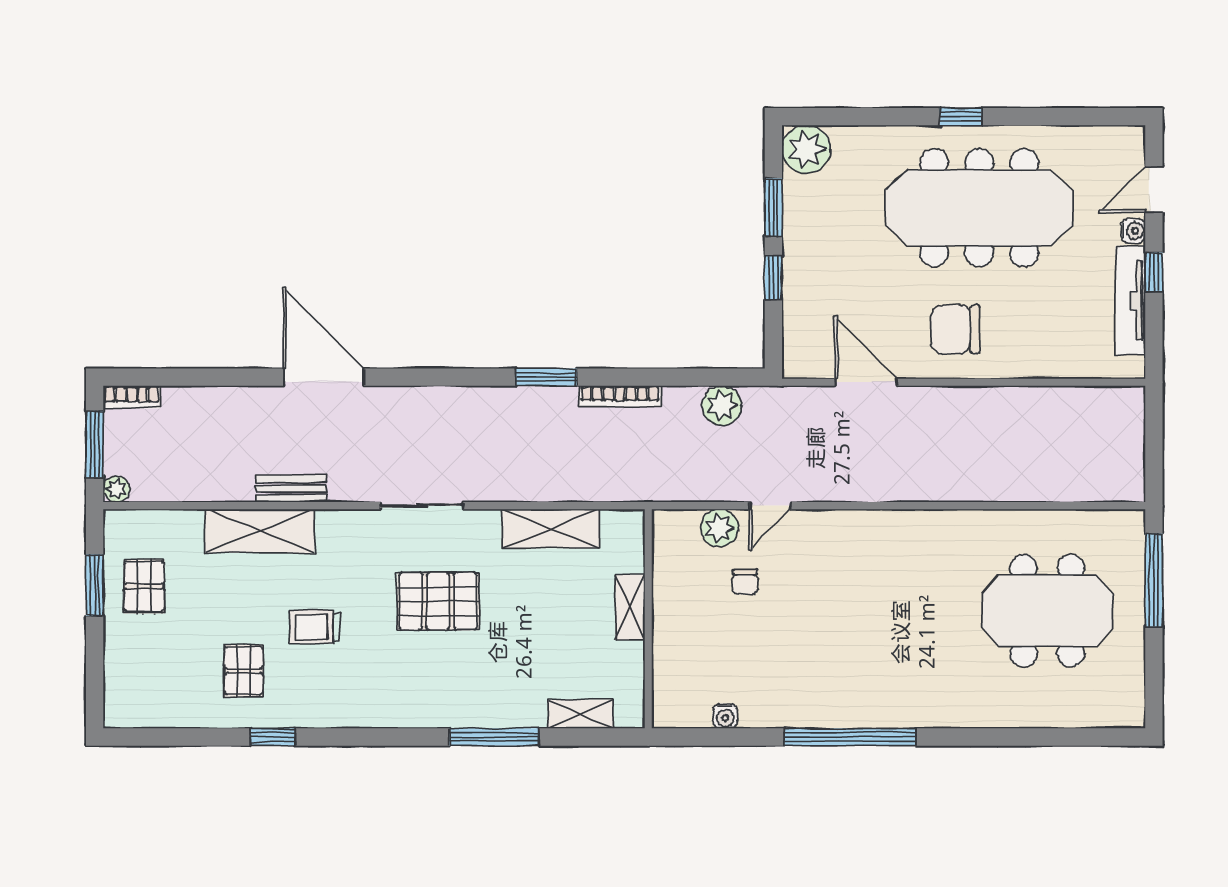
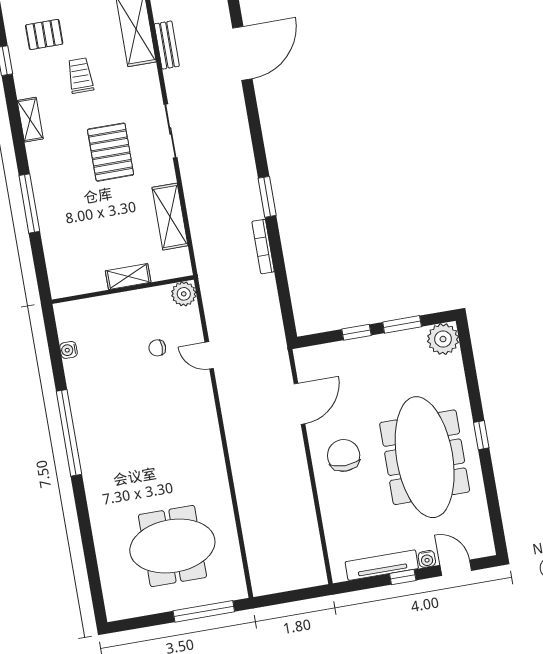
plant: (722, 406) -> (268, 313), removed
plant: (719, 528) -> (184, 294), moved
meeting table: (1047, 611) -> (172, 546), turned 90
shelving: (580, 714) -> (30, 120), moved

